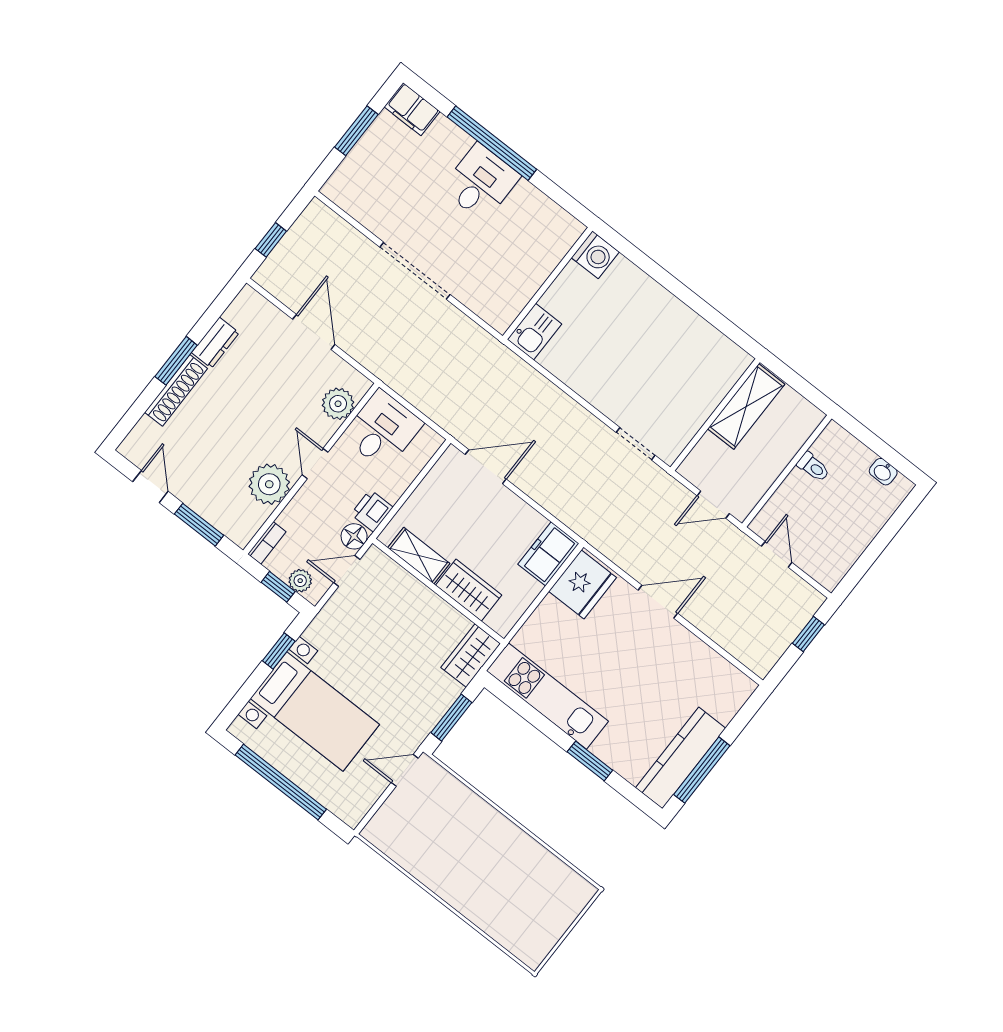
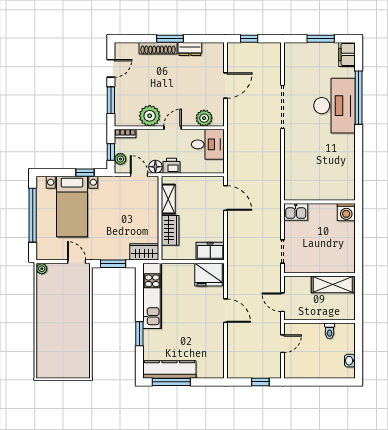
desk: (481, 182) -> (334, 106), width x1.87, depth x1.30
washing machine: (595, 255) -> (346, 212), moved
wall: (548, 283) -> (319, 202), moved
kitchen sink: (535, 332) -> (296, 212), moved
plant: (374, 832) -> (42, 269), added

